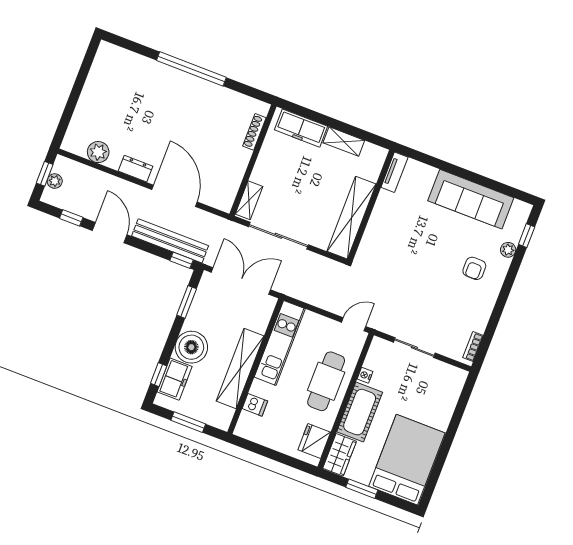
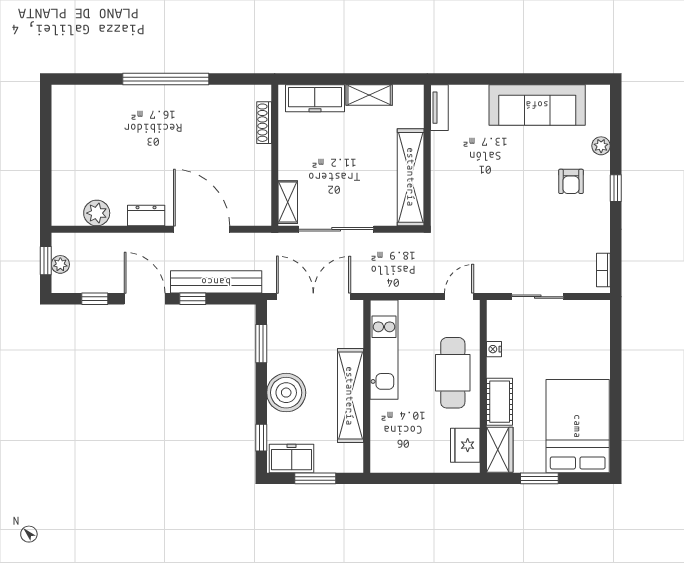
window: (527, 236) -> (616, 188), moved
window: (182, 260) -> (193, 299), moved
freezer: (175, 379) -> (292, 458), moved, turned -90
dishwasher: (255, 405) -> (383, 430), removed
cot: (360, 412) -> (500, 402), width x0.73, depth x0.75

